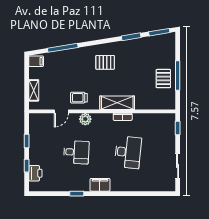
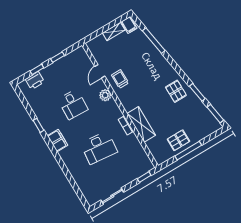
pallet: (105, 62) -> (176, 91), moved
shelving: (34, 90) -> (114, 31), moved
shelving: (117, 103) -> (141, 124), moved
door: (61, 111) -> (100, 71), hinge flipped

